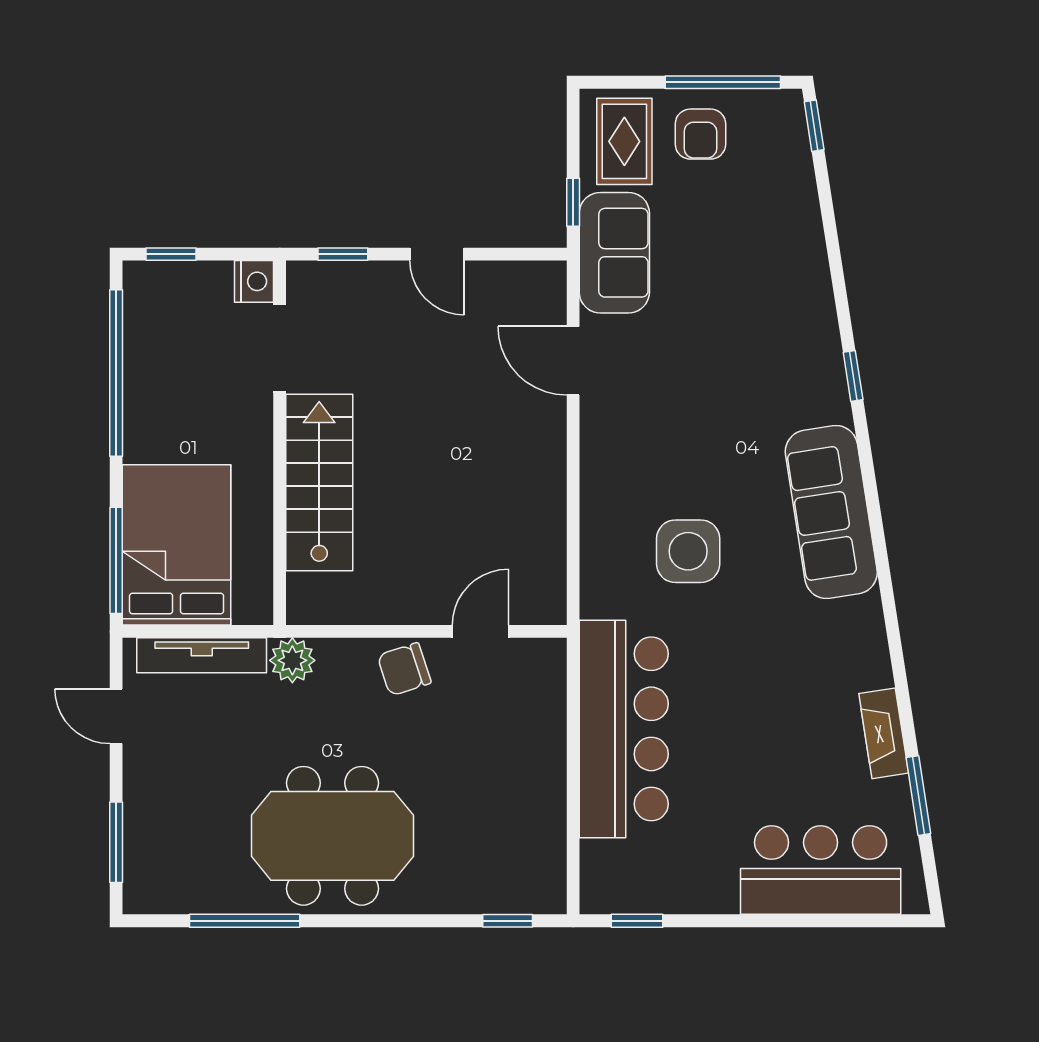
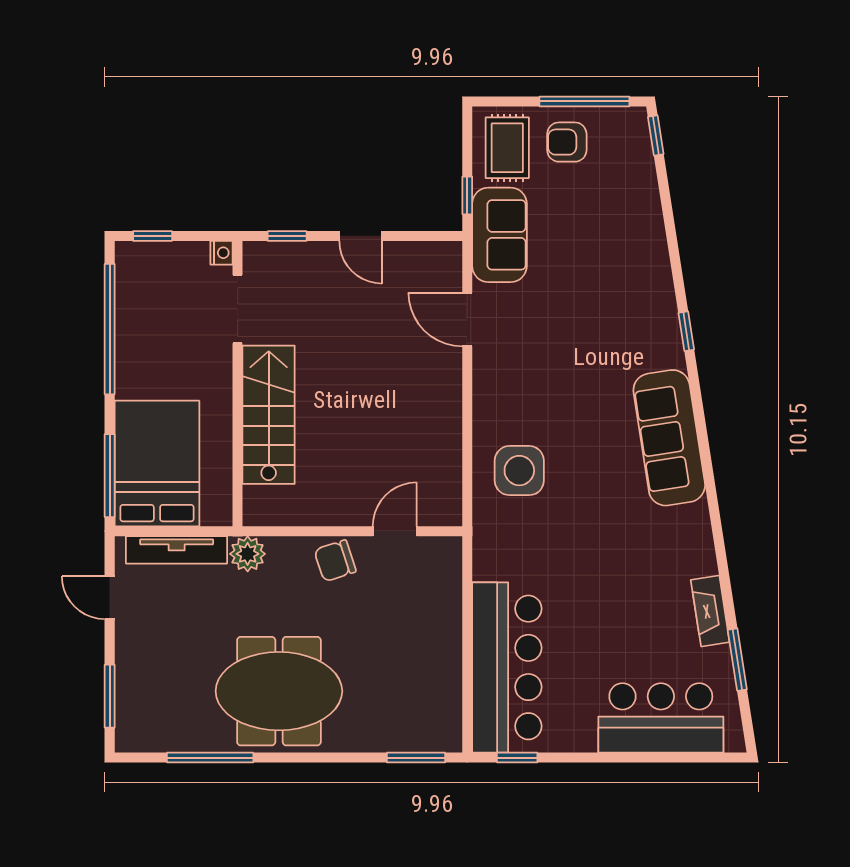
armchair: (700, 134) -> (567, 142), turned 90
nightstand: (254, 281) -> (221, 253), width x0.72, depth x0.74
side table: (688, 551) -> (519, 471), moved
bar counter: (624, 729) -> (507, 667), moved
window: (508, 921) -> (416, 758), width x1.50

